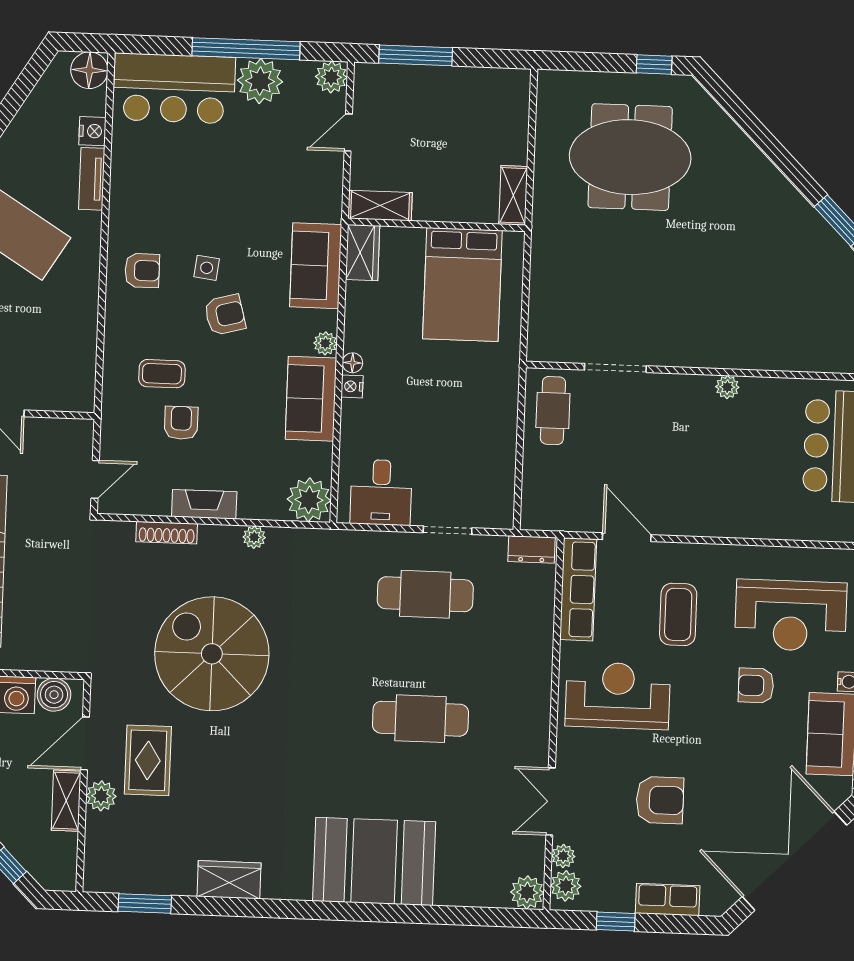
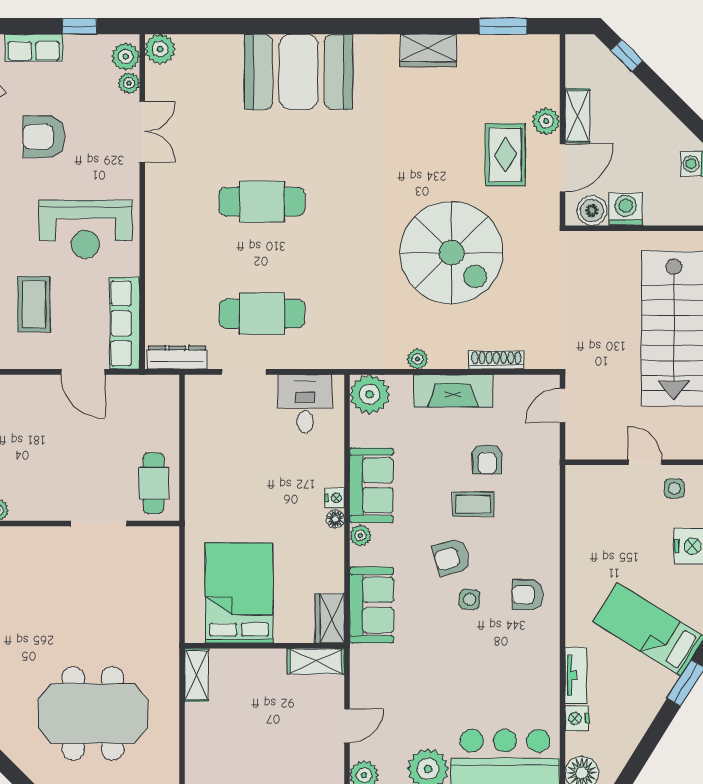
coffee table: (162, 374) -> (473, 504), moved
fireplace: (204, 504) -> (453, 391), width x1.37, depth x1.32
dresser: (532, 549) -> (177, 357), width x1.44

